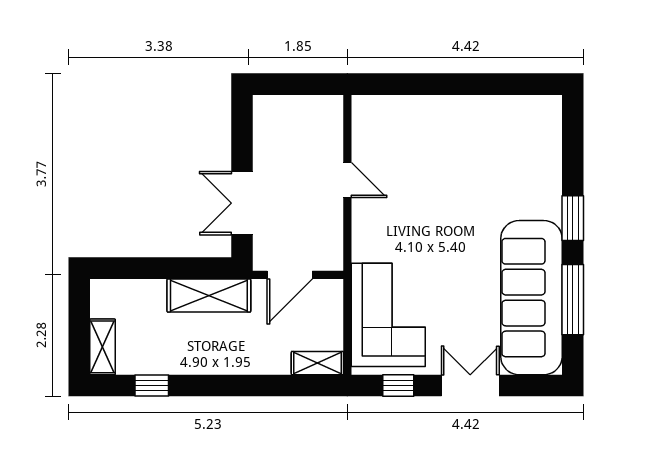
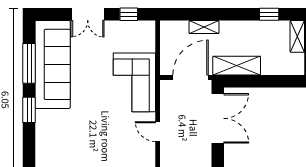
double door: (242, 203) -> (218, 118), width x1.37
door: (290, 275) -> (191, 77), width x1.36
corner sofa: (388, 315) -> (134, 82), moved
shelving: (317, 363) -> (204, 27), moved

